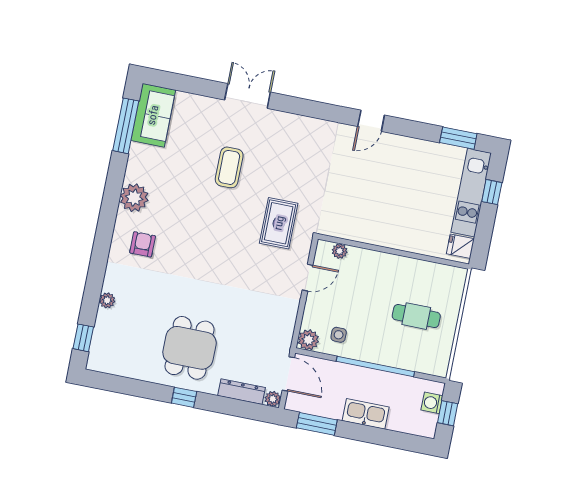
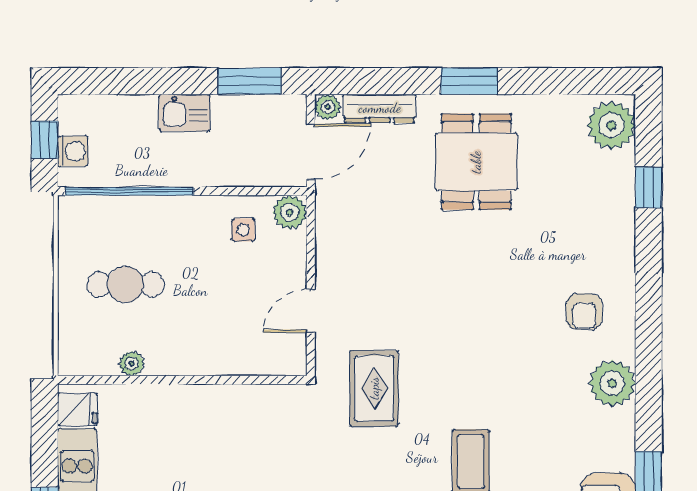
plant: (340, 251) -> (132, 364), moved
plant: (107, 300) -> (611, 125), moved, width x1.87, depth x1.87
window: (83, 338) -> (649, 188), moved
window: (375, 366) -> (129, 191), moved
door: (288, 374) -> (311, 152), swing flipped
window: (184, 397) -> (469, 81), width x1.50
kitchen sink: (366, 414) -> (185, 113), width x0.73

